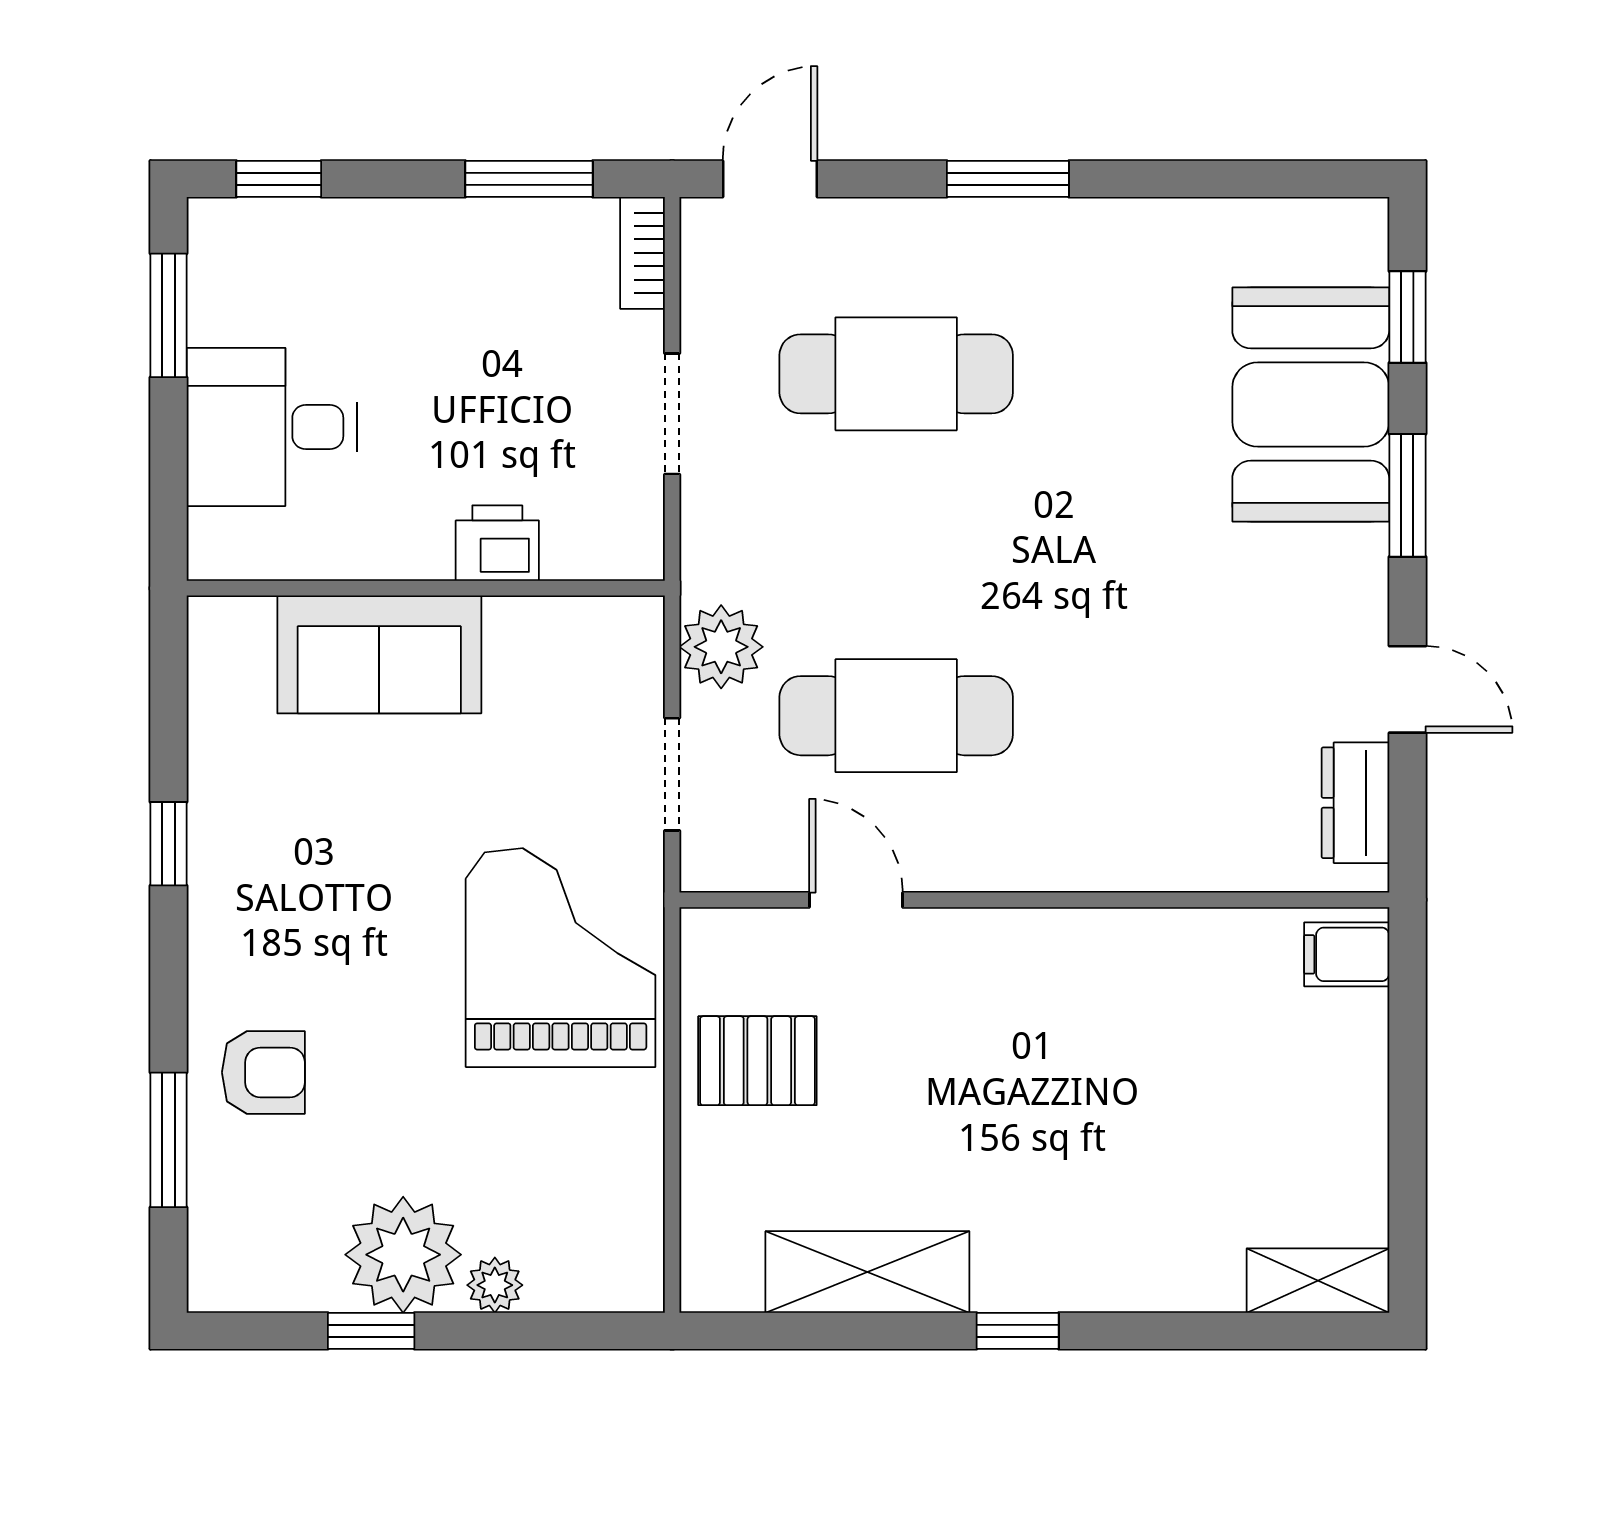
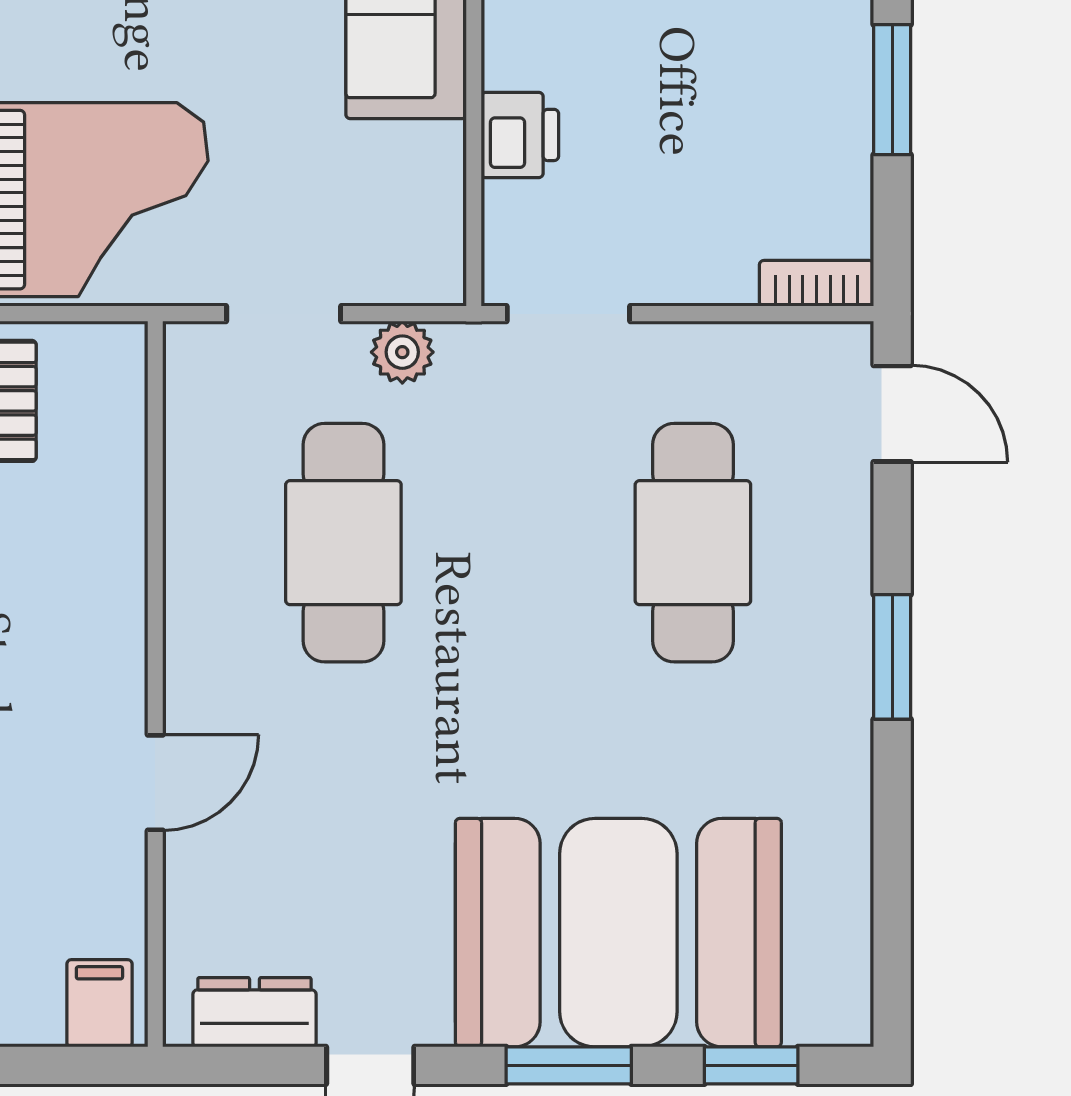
window: (529, 179) -> (892, 90), moved
booth: (1311, 404) -> (618, 933), width x1.36, depth x1.42
doorway: (672, 414) -> (568, 314), moved
plant: (721, 647) -> (402, 352), width x0.73, depth x0.73
door: (856, 900) -> (155, 783), moved

